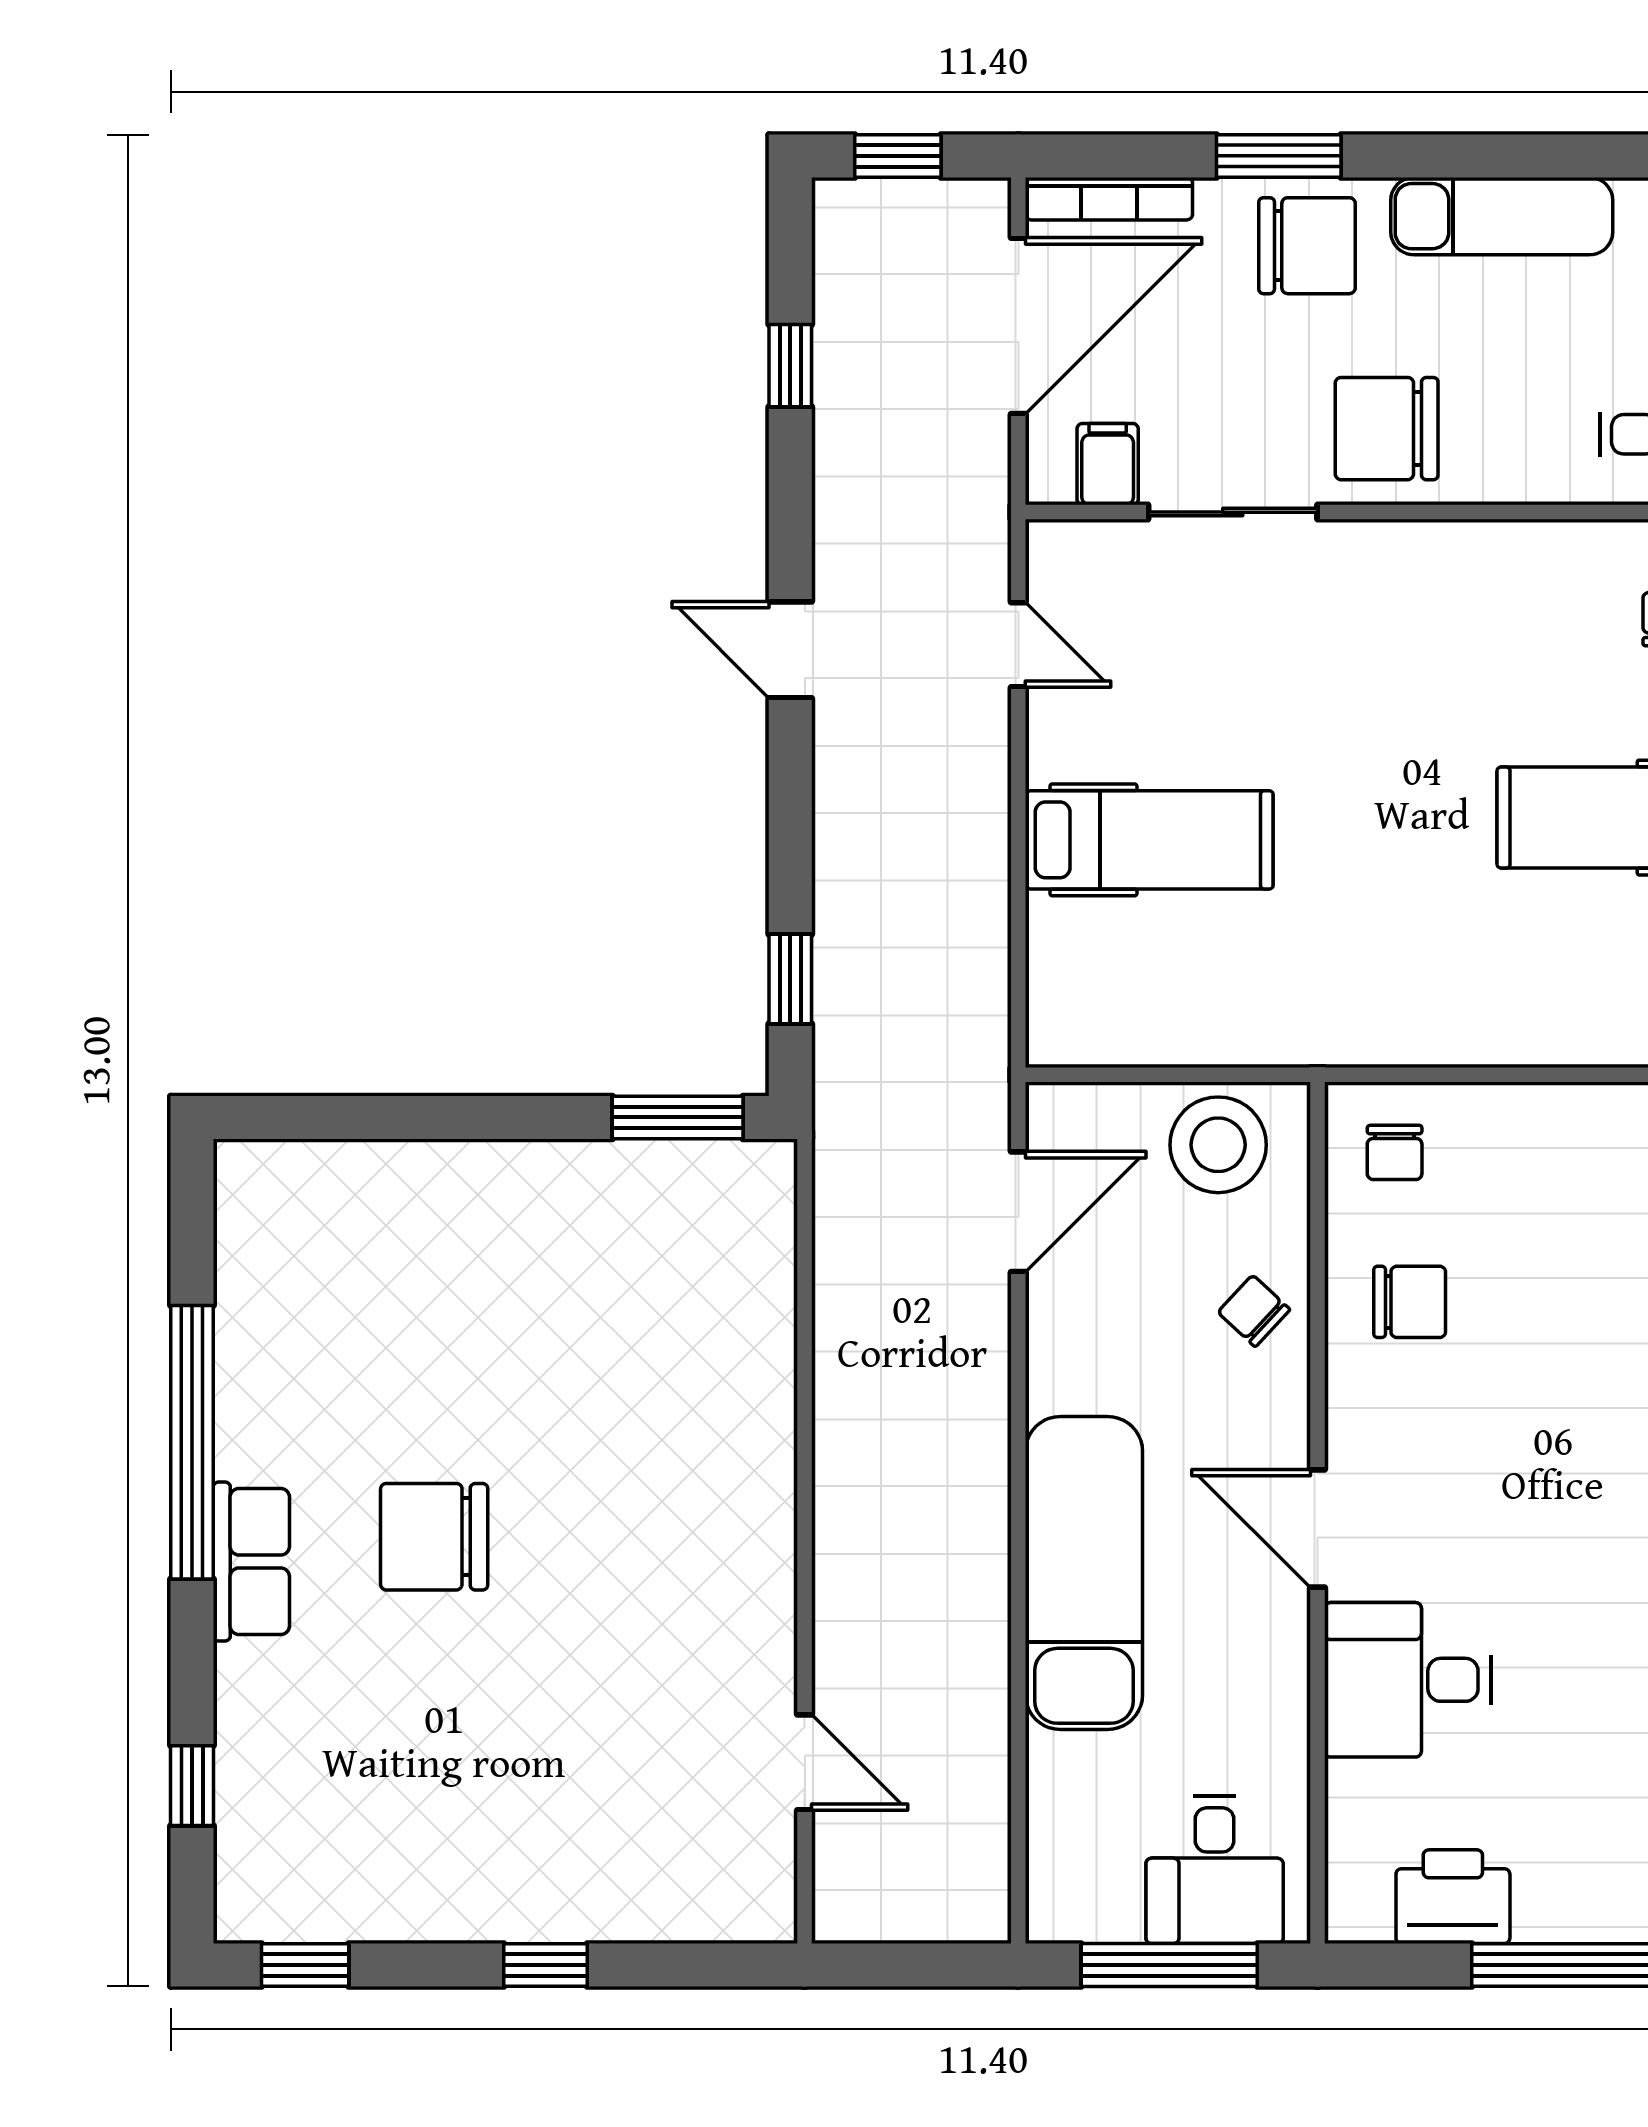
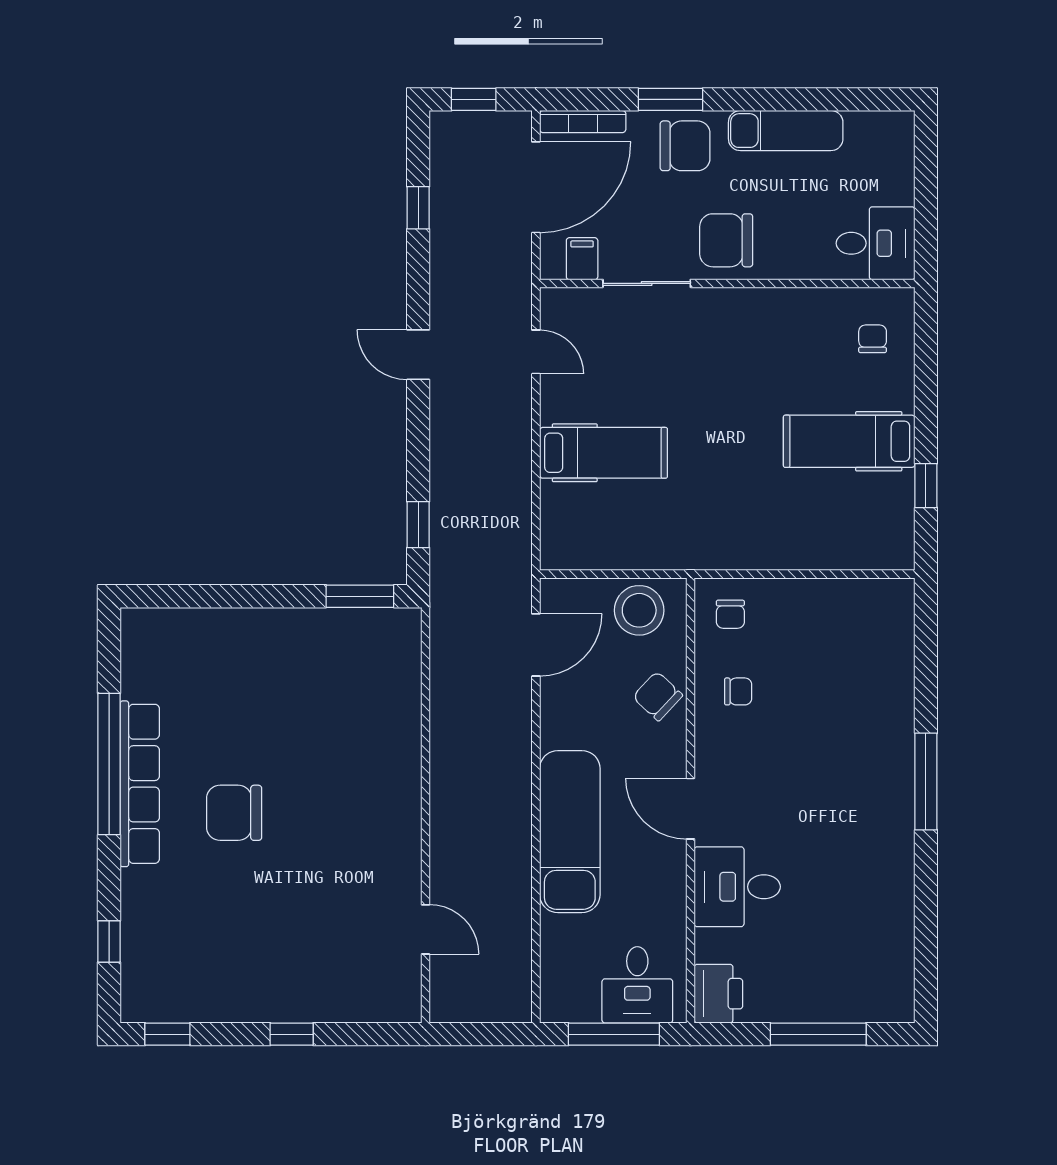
chair: (1410, 1302) -> (738, 691), width x0.73, depth x0.73
chair: (1254, 1311) -> (658, 696), width x1.37, depth x1.37
row of seats: (251, 1561) -> (140, 784), width x2.02
printer: (1453, 1897) -> (718, 994), moved, turned 90

